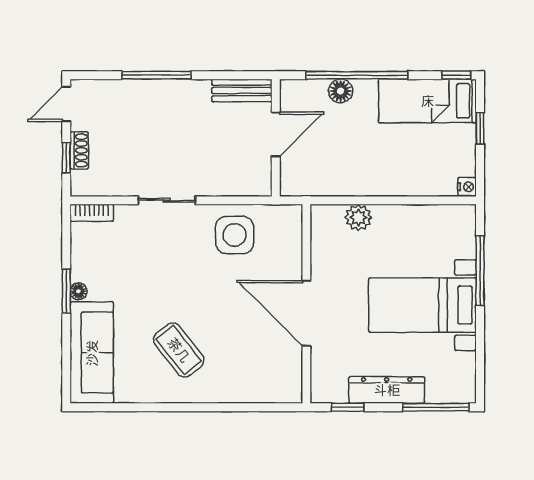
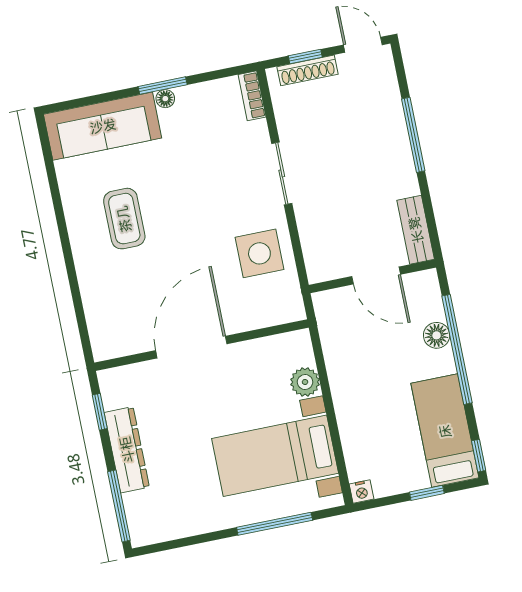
shoe rack: (79, 150) -> (308, 70), width x1.43
bed with nightstands: (422, 305) -> (275, 456), moved, turned -90
coffee table: (179, 350) -> (124, 219), turned -52

